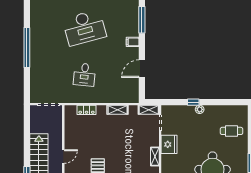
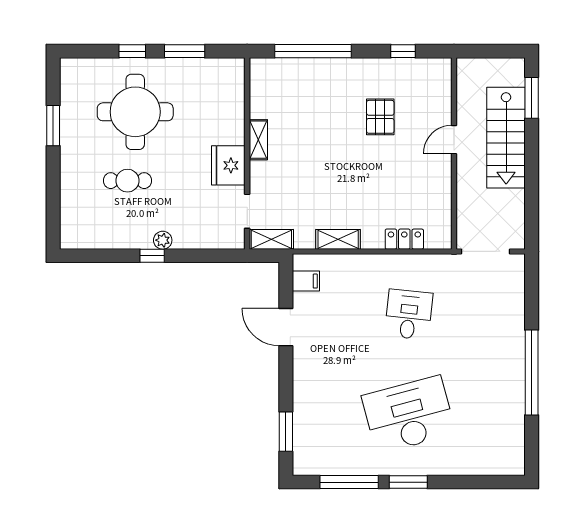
window: (142, 20) -> (286, 432), width x0.69
filing cabinet: (133, 42) -> (306, 281), moved
door: (142, 69) -> (286, 327), swing flipped
window: (193, 102) -> (152, 256), moved
cafe table: (231, 131) -> (127, 181), moved

